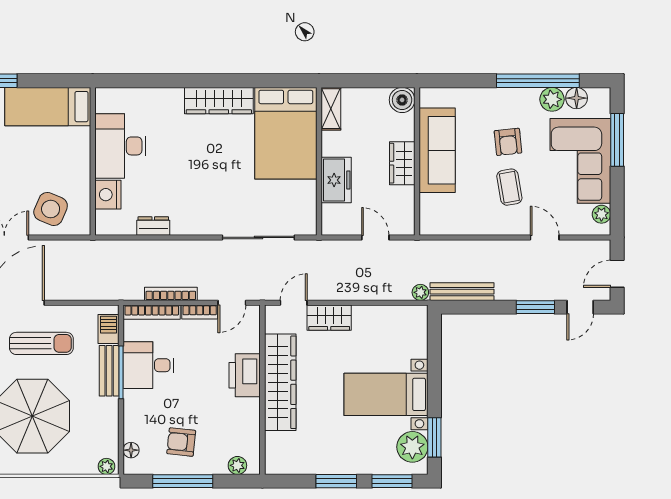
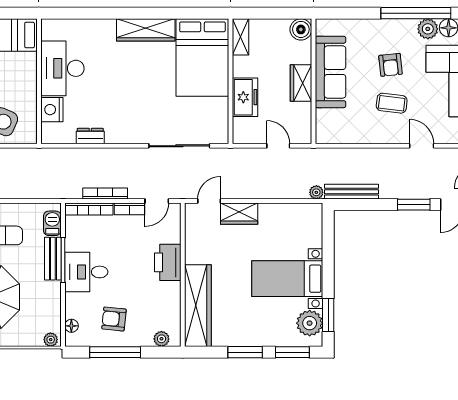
coffee table: (509, 187) -> (392, 103), turned -73
desk: (149, 365) -> (86, 272), moved
wardrobe: (280, 382) -> (198, 306), moved

